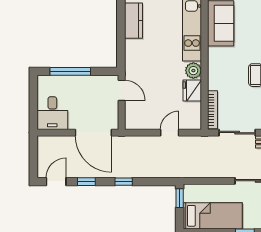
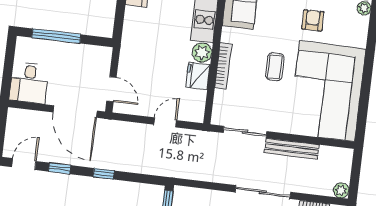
door: (122, 90) -> (111, 89), moved
bookcase: (212, 110) -> (223, 66), moved

